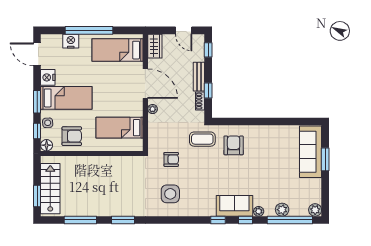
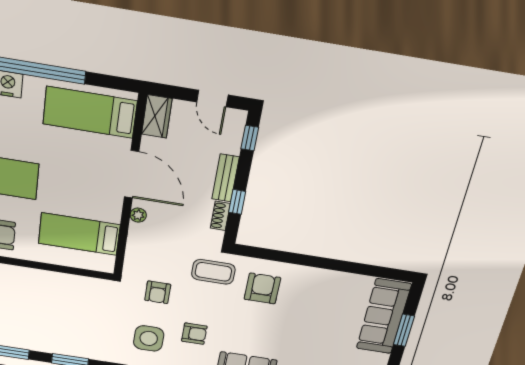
armchair: (171, 159) -> (158, 292), turned 90
armchair: (198, 185) -> (194, 334), added

